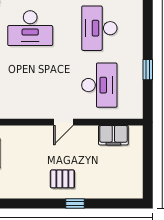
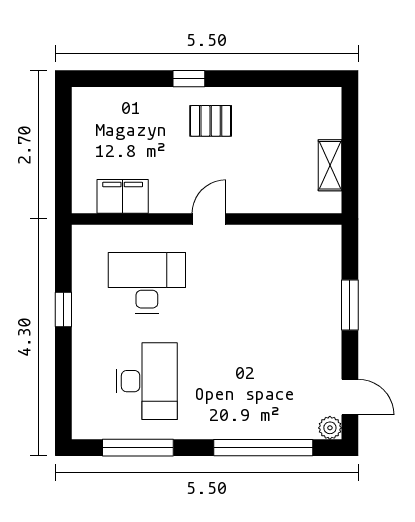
desk: (30, 28) -> (266, 381), removed
desk: (99, 85) -> (147, 283), turned 90

